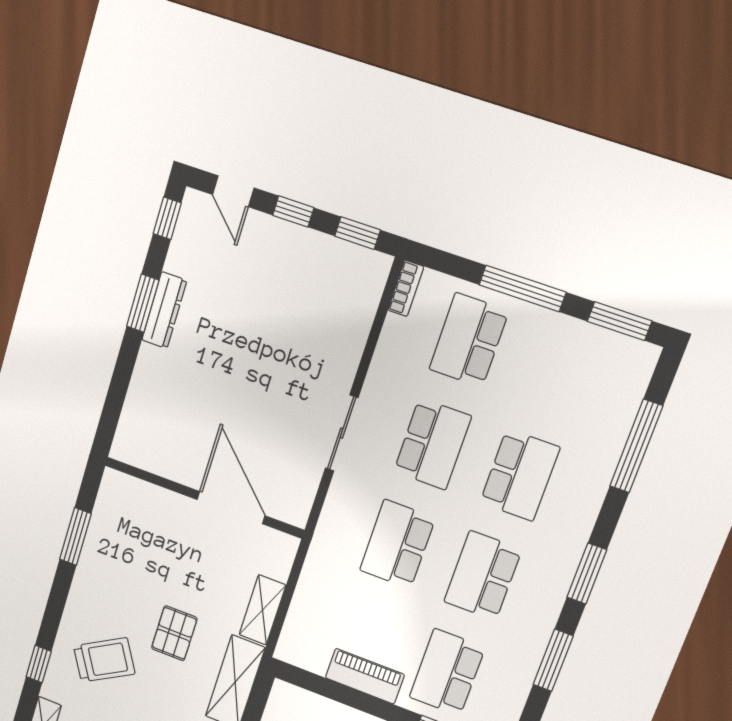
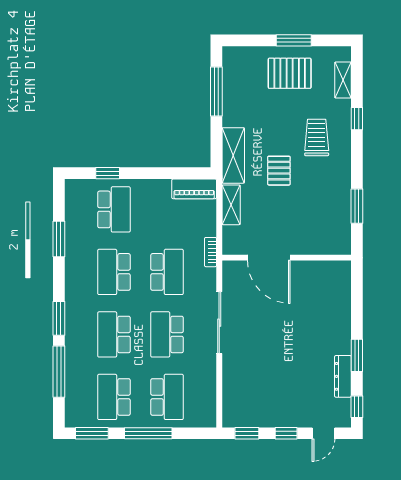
door: (233, 191) -> (323, 433), swing flipped
bookcase: (406, 288) -> (211, 252), moved
dresser: (164, 310) -> (343, 376), moved
school desk: (558, 371) -> (114, 397), added
sliding door: (342, 433) -> (219, 323), width x1.37
window: (587, 574) -> (59, 318), moved
school desk: (483, 576) -> (114, 272), turned 180
trolley: (104, 660) -> (317, 137), turned 120
piano: (365, 676) -> (194, 189), moved

